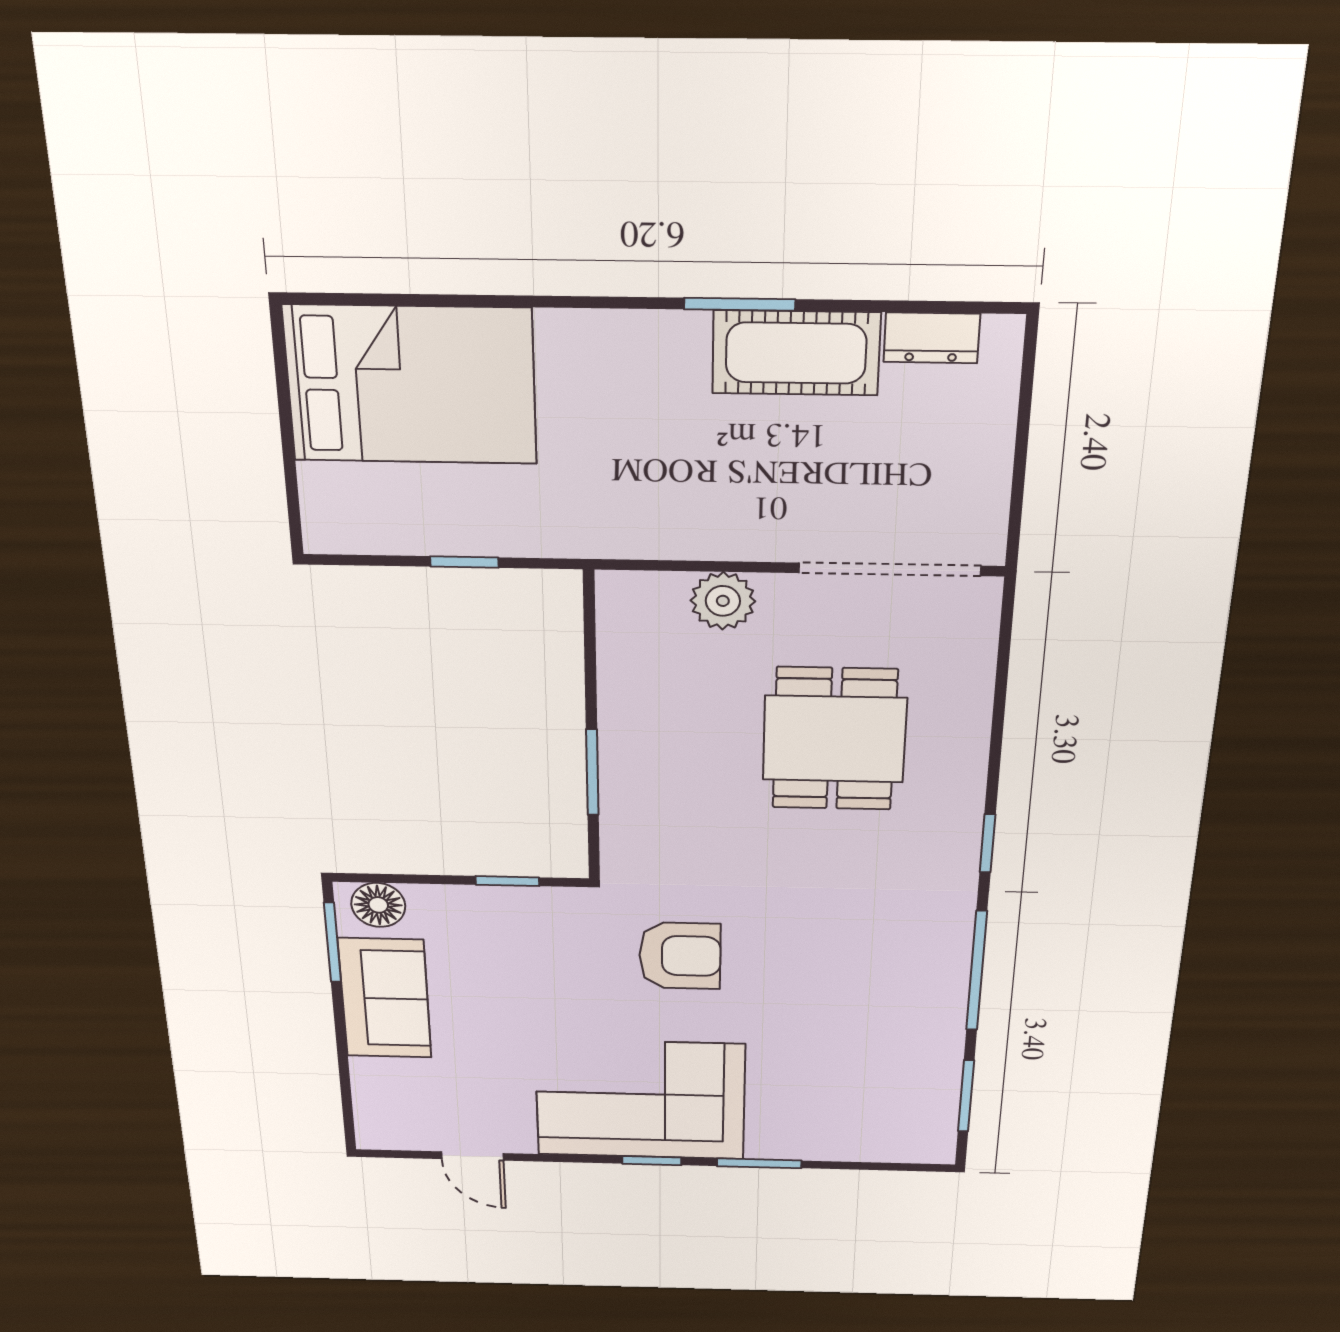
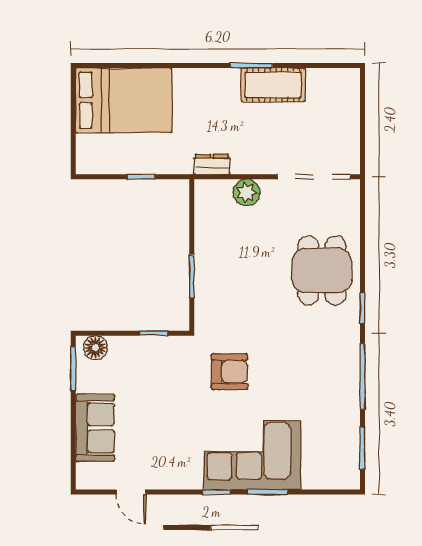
dresser: (932, 338) -> (212, 164), moved, turned 180
dining table: (834, 739) -> (322, 270), moved
sofa: (385, 998) -> (95, 428), moved
corner sofa: (640, 1100) -> (252, 455), moved

